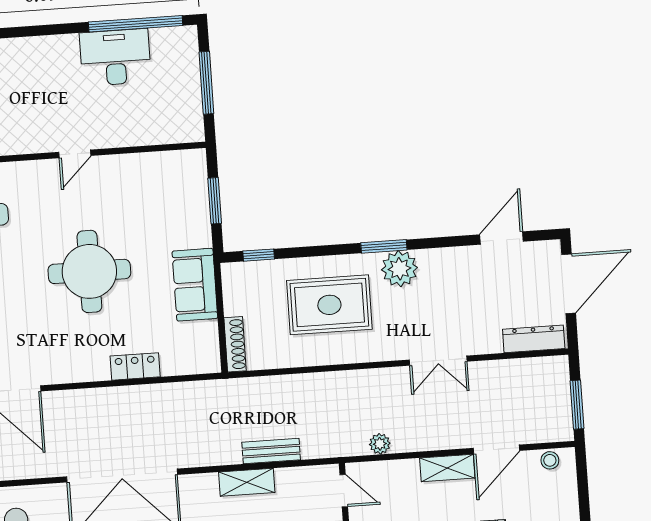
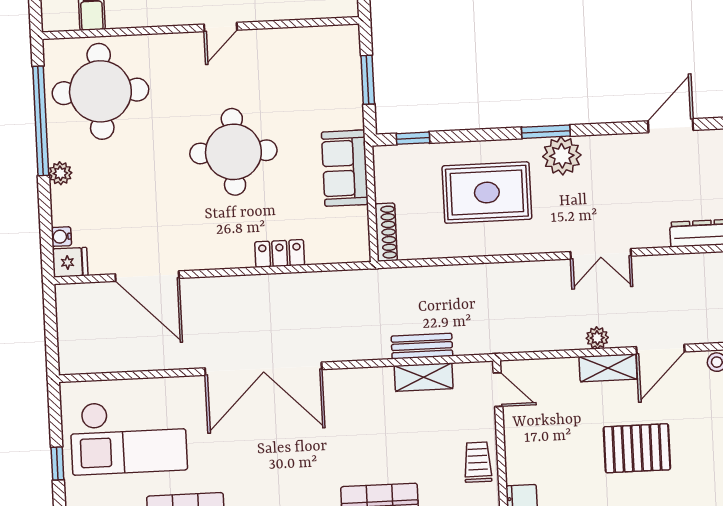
plant: (380, 444) -> (597, 338), moved
shelving: (247, 482) -> (424, 377), moved

